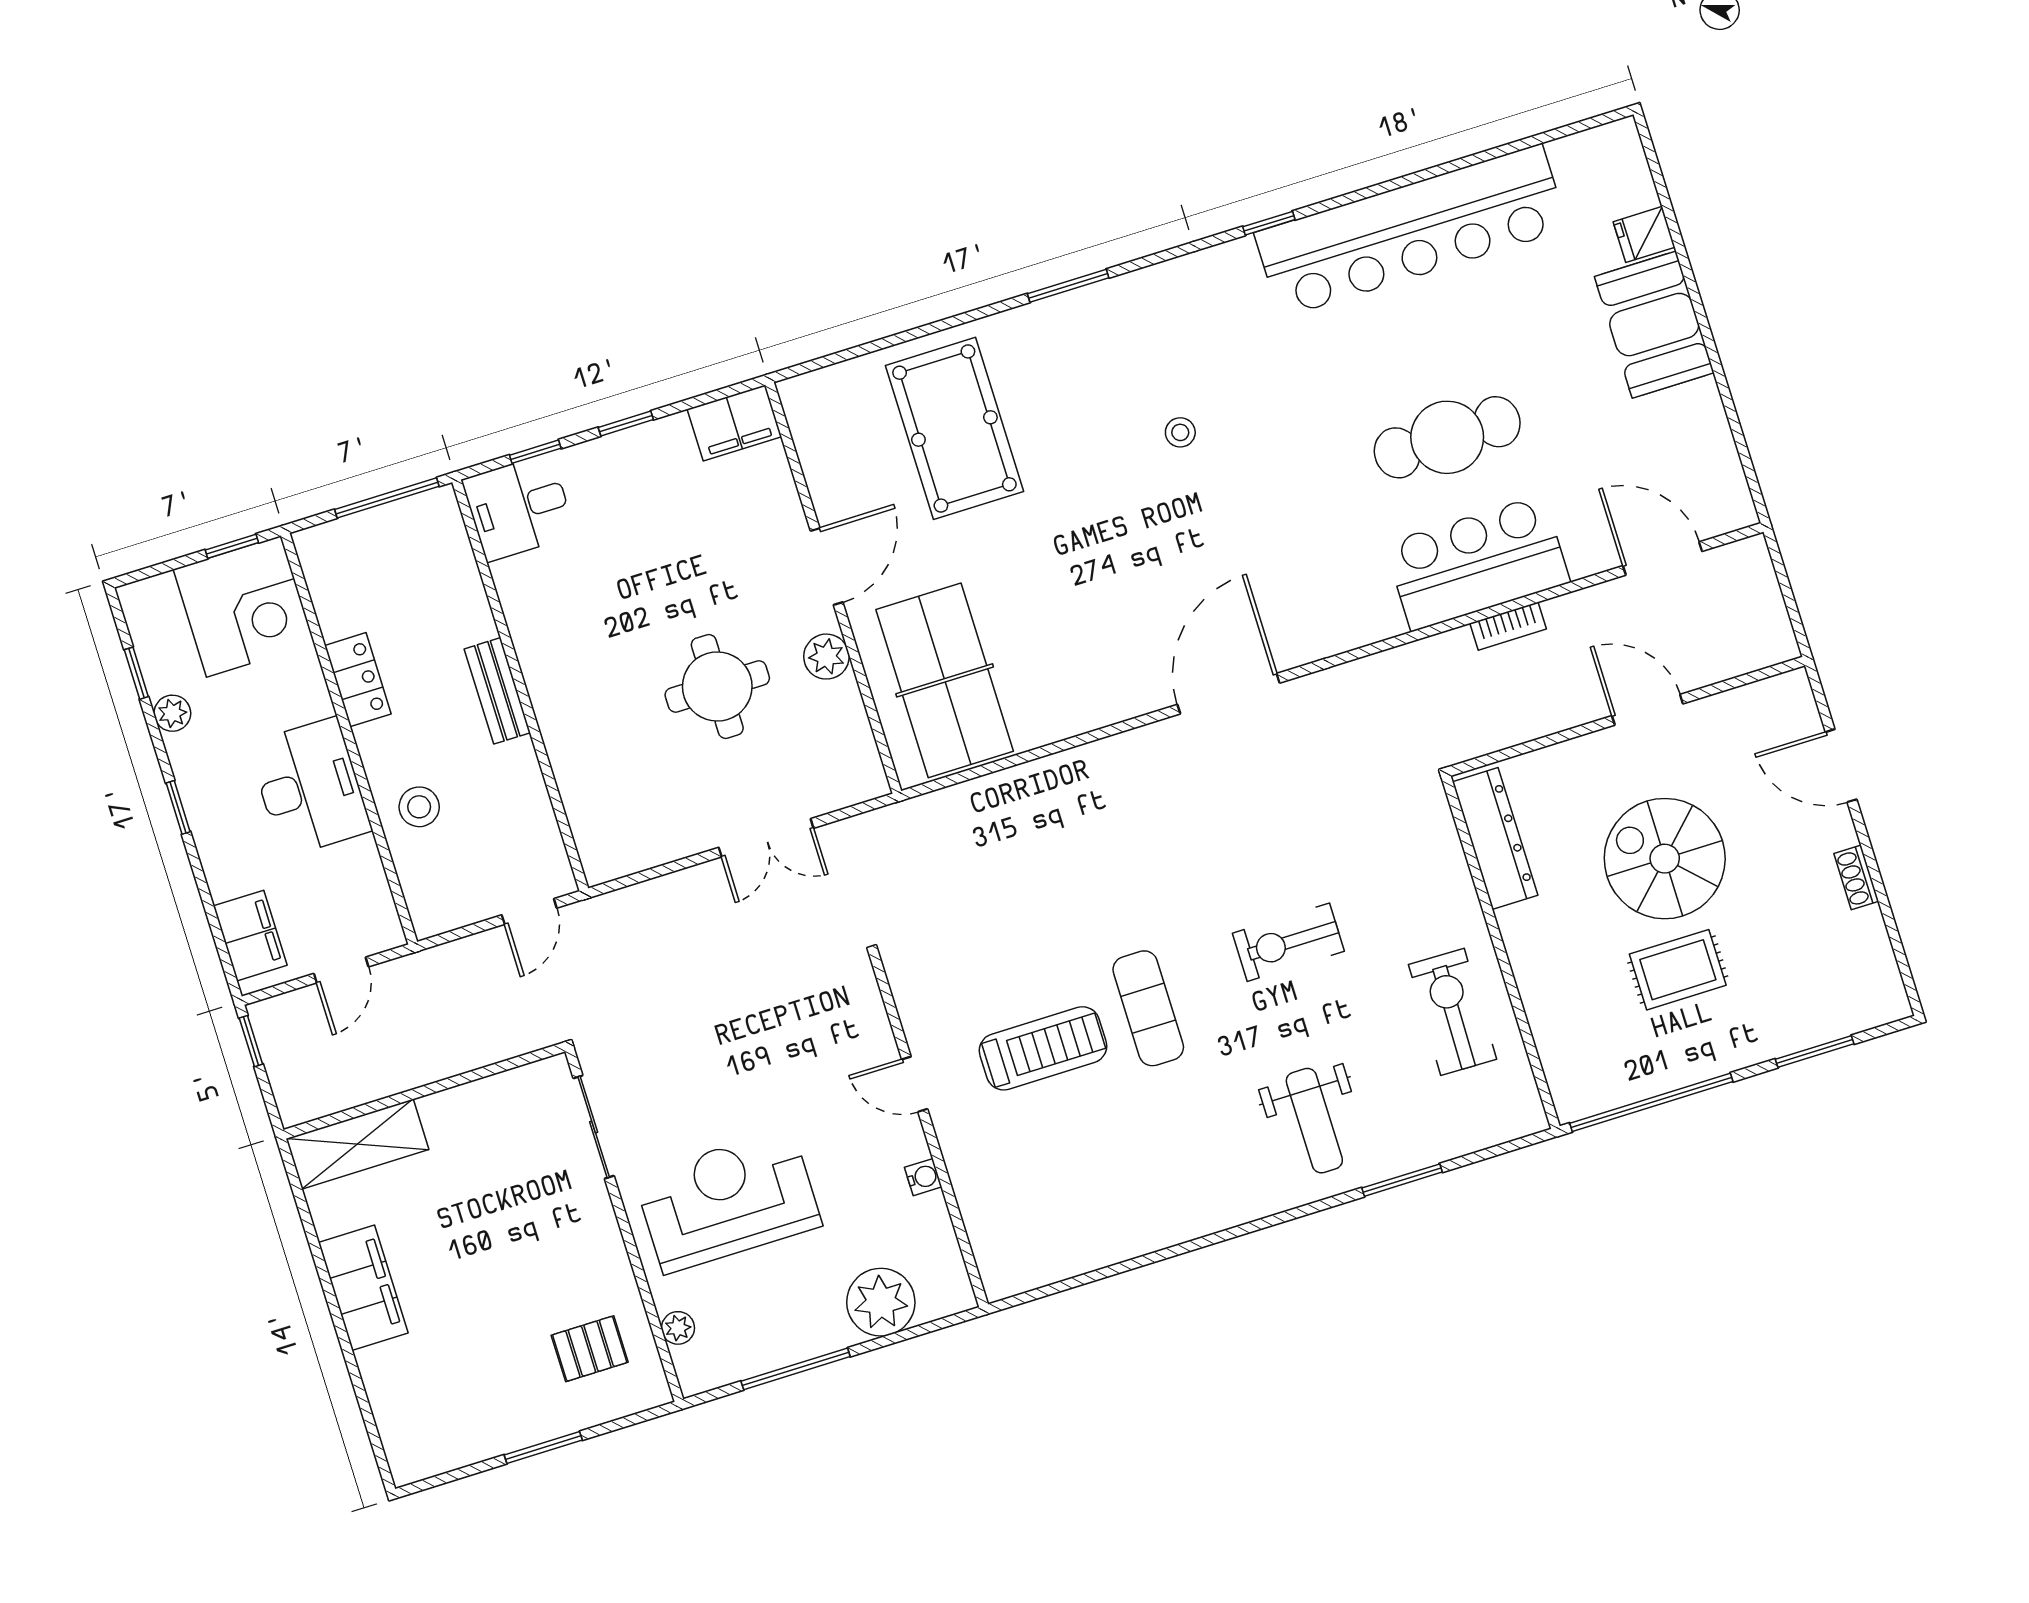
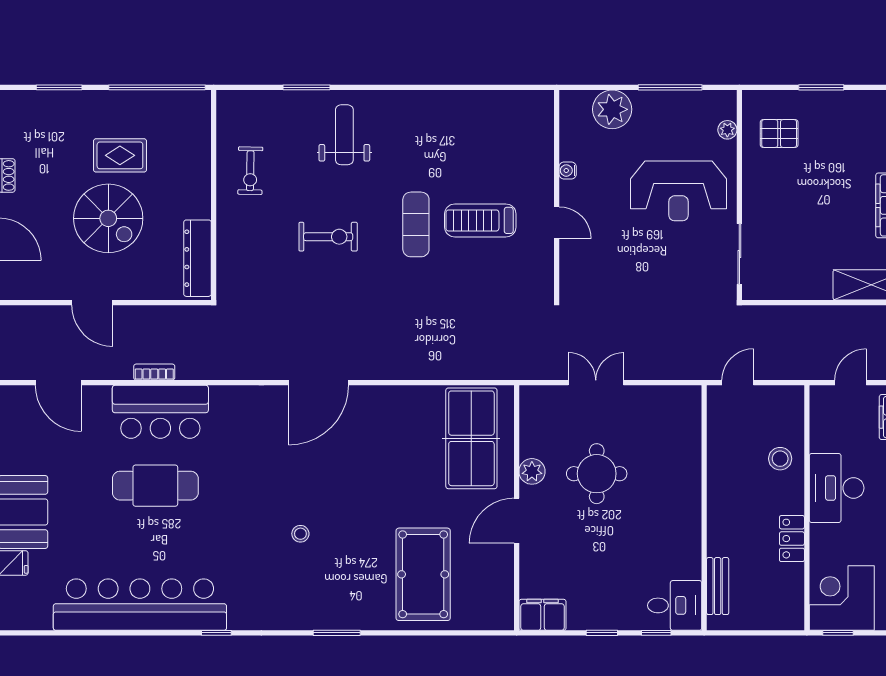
window: (387, 498) -> (745, 633), removed
bench: (497, 691) -> (718, 586), moved
exercise bike: (1452, 1012) -> (250, 171), width x0.73, depth x0.72

